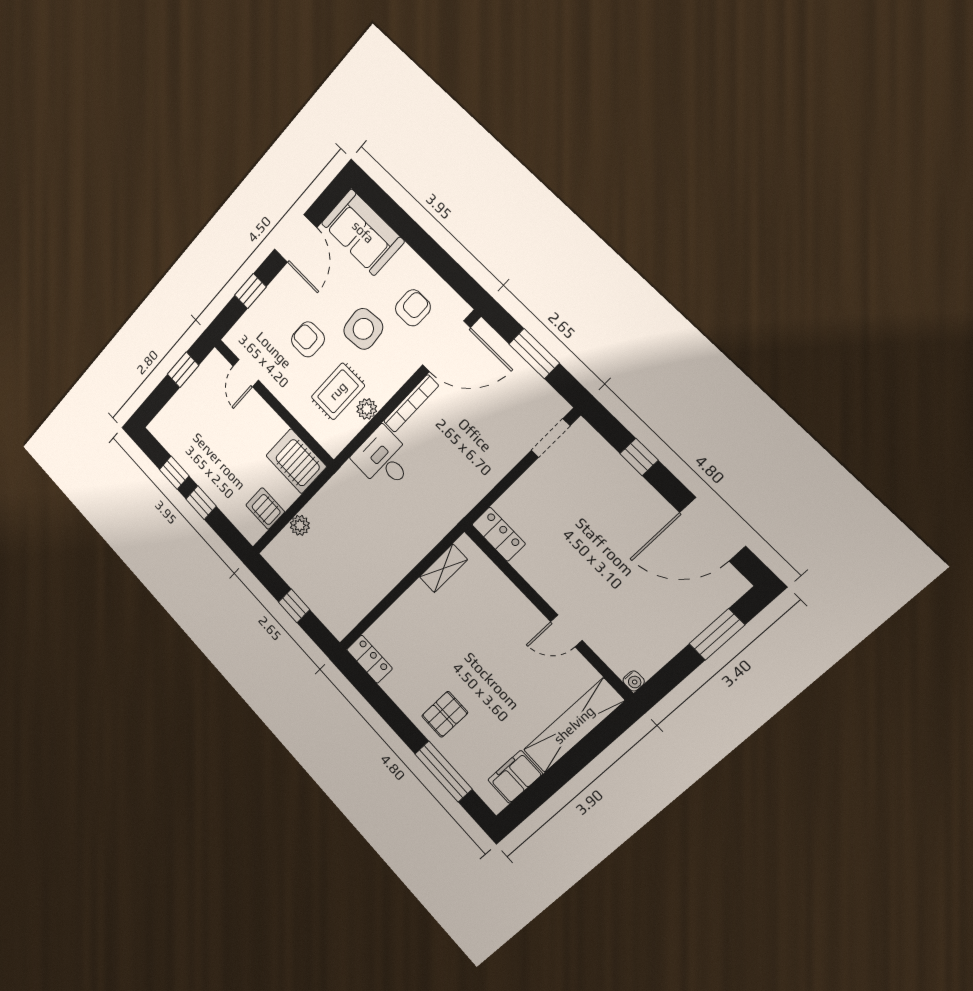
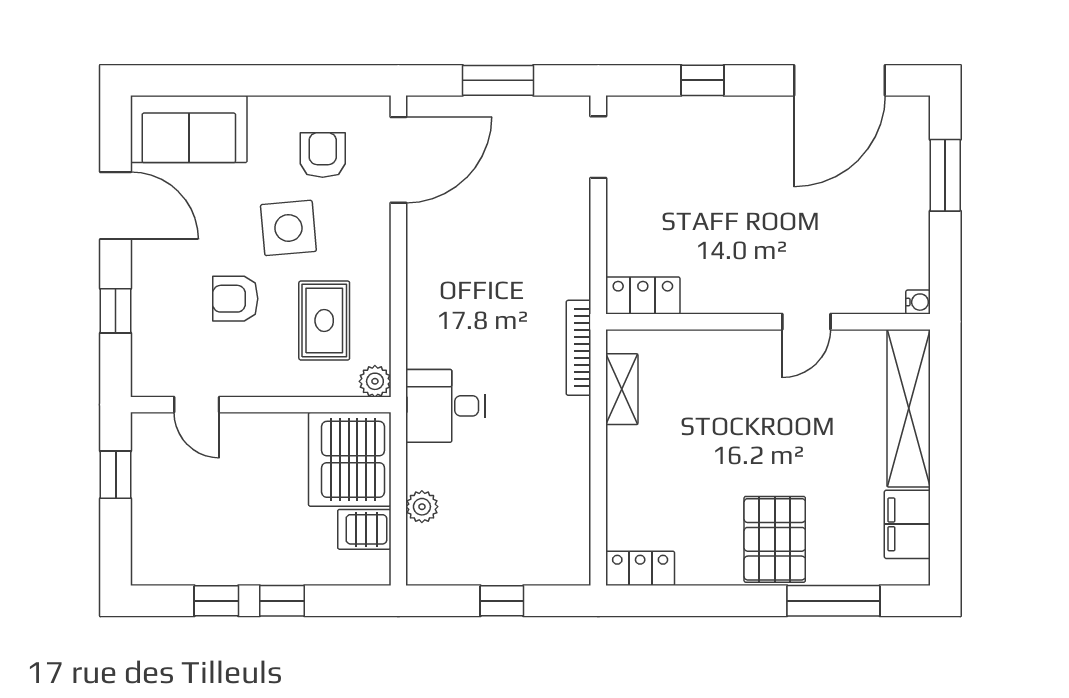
bookcase: (411, 403) -> (579, 348), moved, turned 180
plant: (367, 409) -> (375, 381), moved
desk: (383, 459) -> (445, 406), moved
server rack: (296, 461) -> (350, 459), width x1.60
pallet: (445, 714) -> (775, 539), width x1.50, depth x1.42

